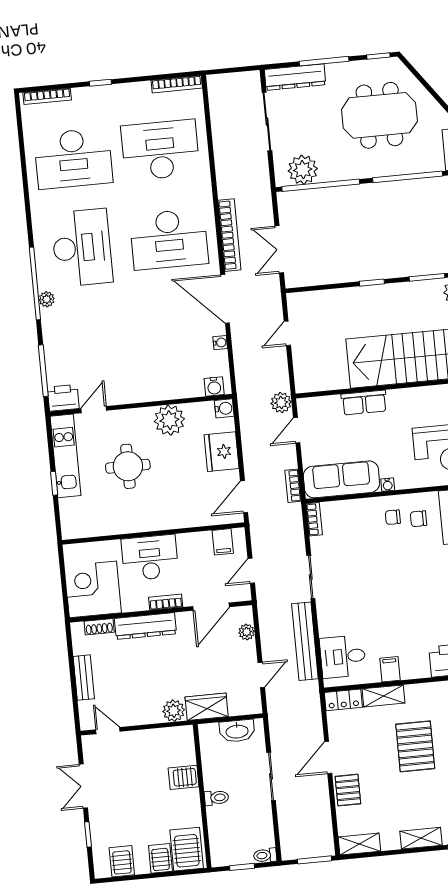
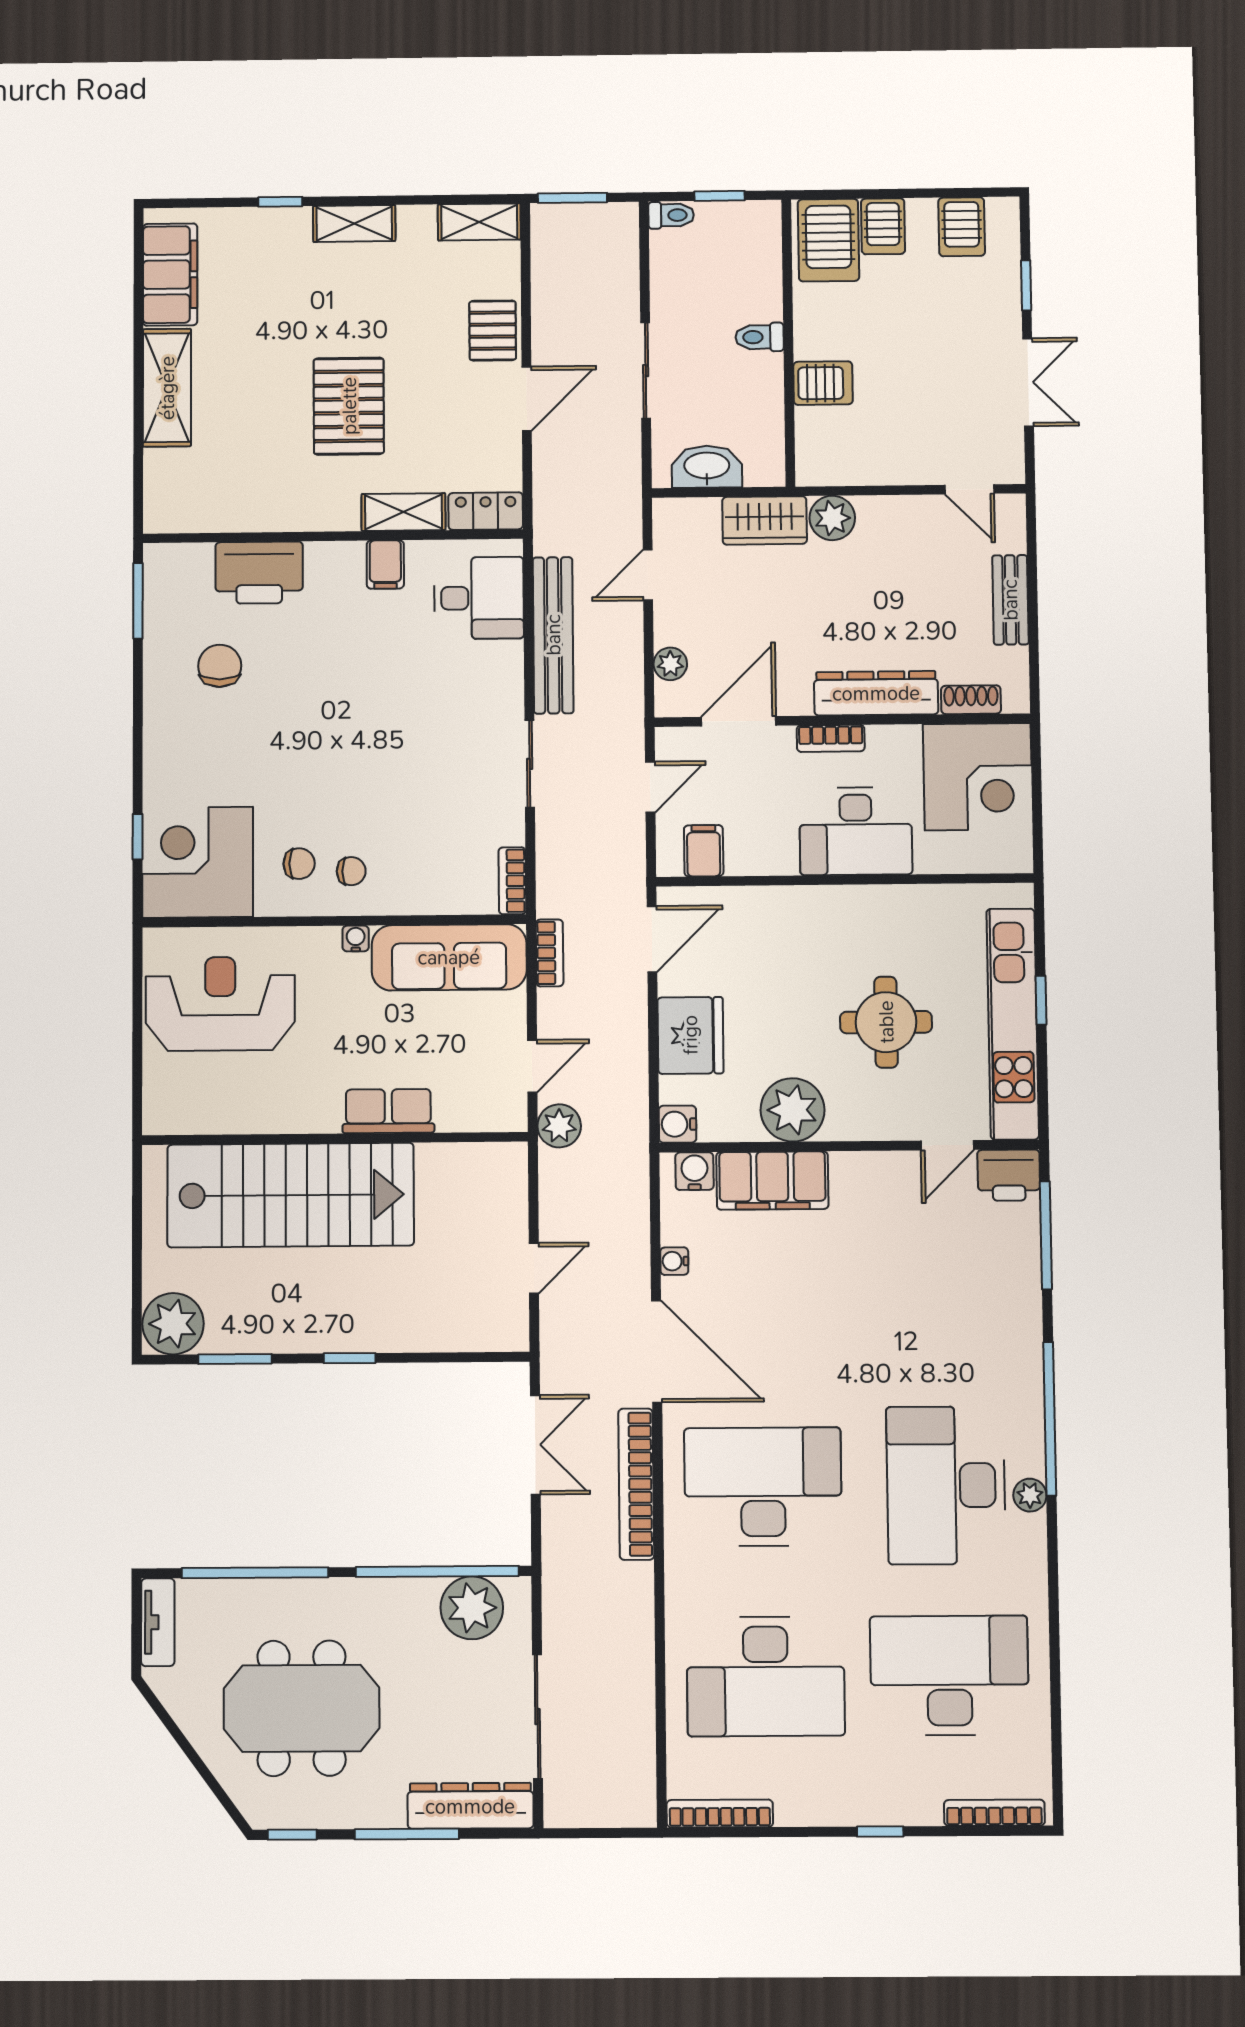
plant: (47, 299) -> (1030, 1495), moved
filing cabinet: (176, 385) -> (772, 1181), added
kitchen unit: (65, 456) -> (1013, 1024), width x1.36

